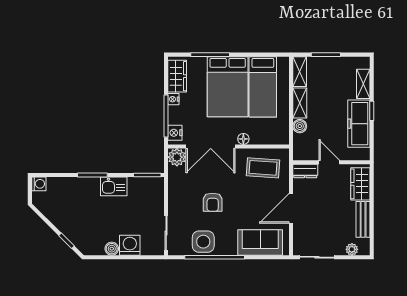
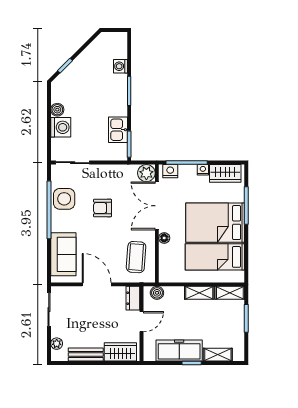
boiler: (300, 126) -> (157, 293), moved
washing machine: (39, 184) -> (120, 66), moved, turned 90
kitchen sink: (114, 186) -> (118, 130), moved

